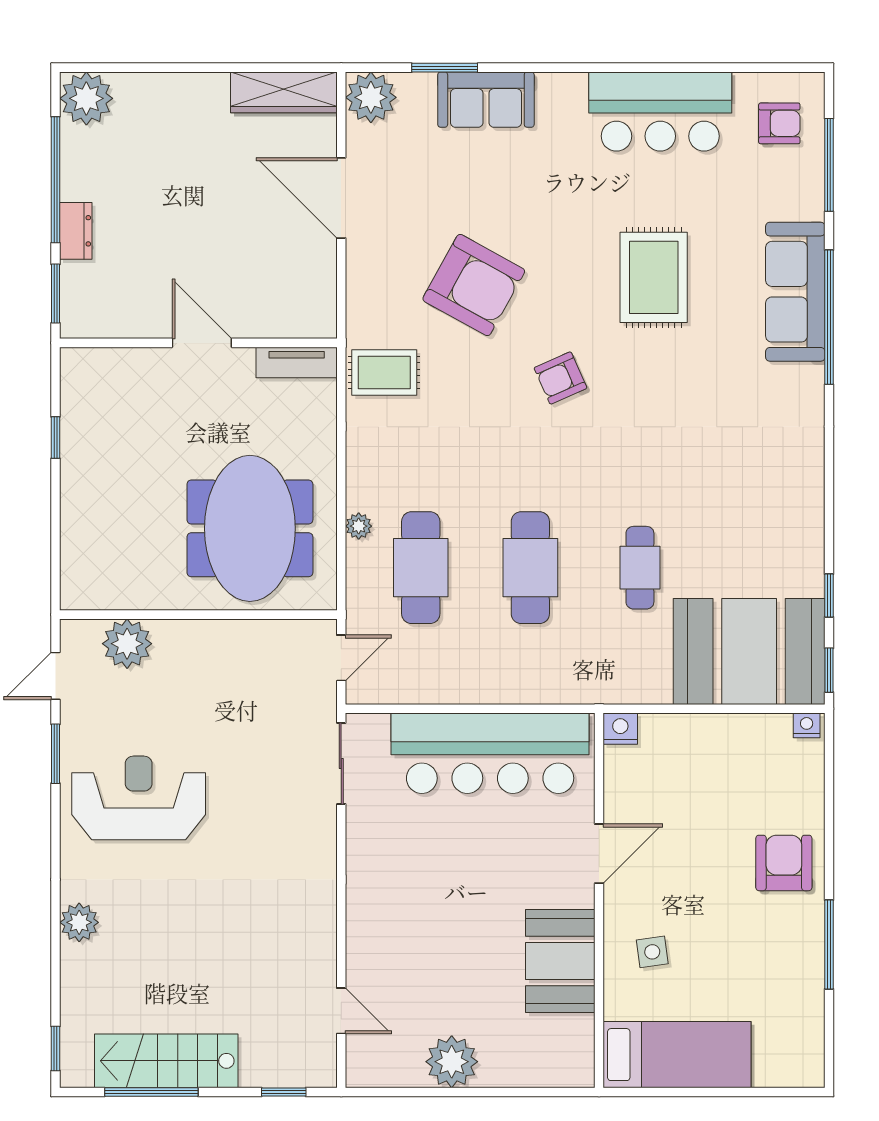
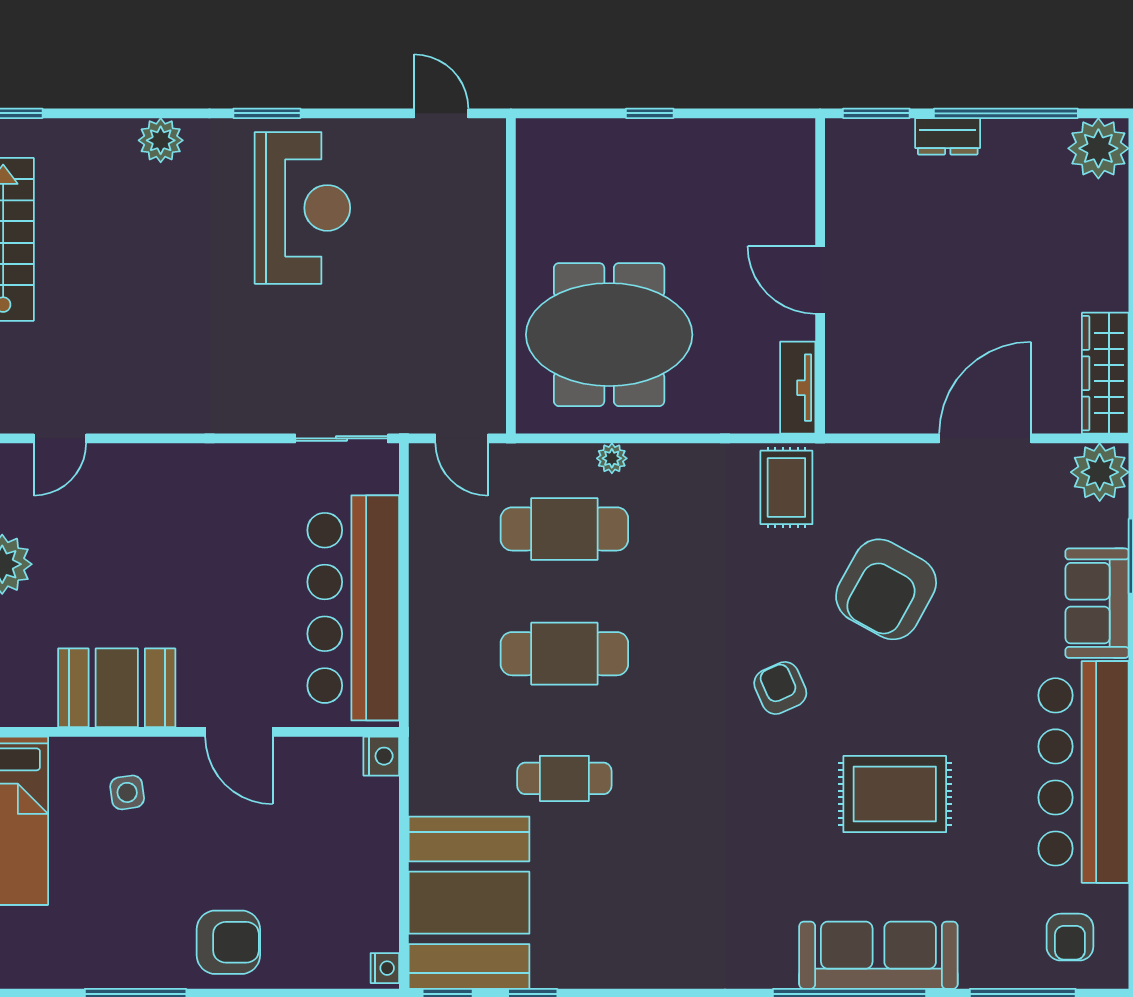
bar counter: (660, 112) -> (1083, 772), width x1.36
door: (202, 343) -> (820, 280), swing flipped
window: (56, 438) -> (650, 113), moved
plant: (127, 644) -> (478, 195), removed
window: (56, 754) -> (267, 113), moved

